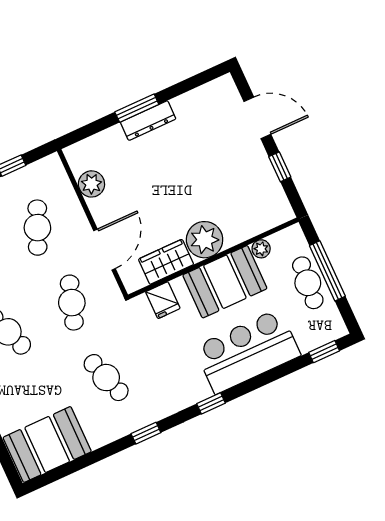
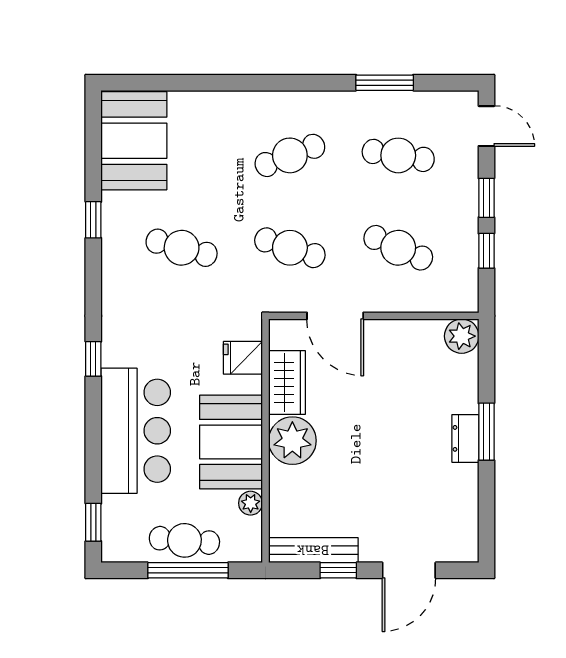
dresser: (148, 121) -> (465, 438), width x0.70
plant: (91, 184) -> (462, 336), moved
bench: (274, 190) -> (313, 550), added
cafe table: (106, 378) -> (182, 248), turned 33
window: (146, 433) -> (93, 220), moved

